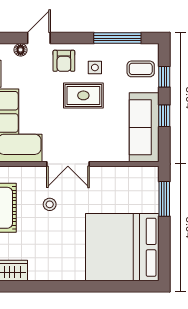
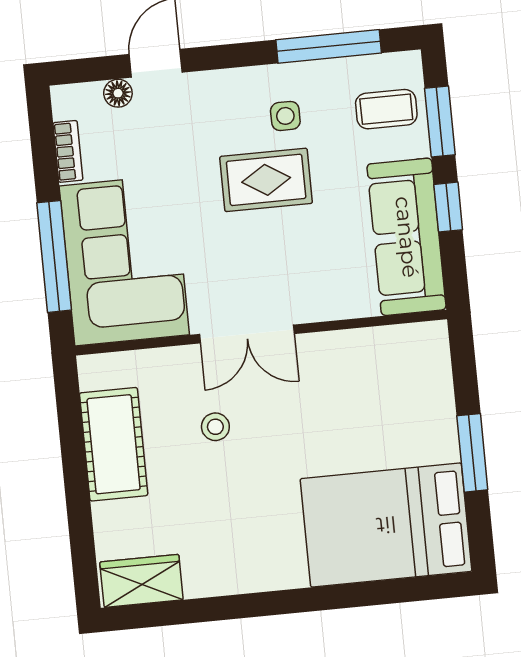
armchair: (64, 61) -> (216, 108), removed
window: (164, 77) -> (440, 121), width x1.50
window: (164, 199) -> (472, 453), moved
bed: (122, 247) -> (386, 525), width x0.73

